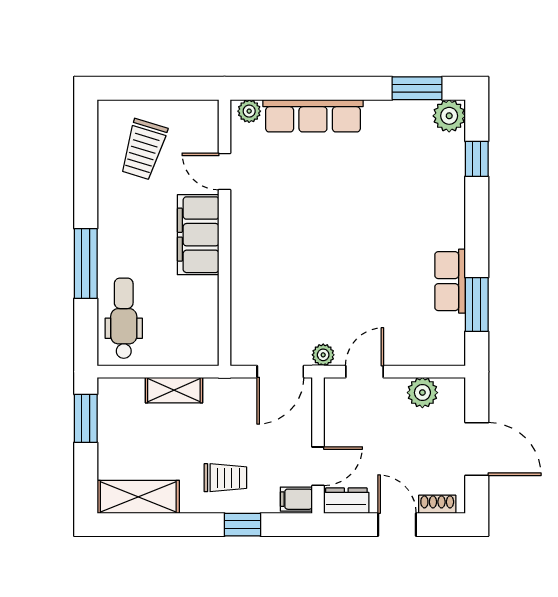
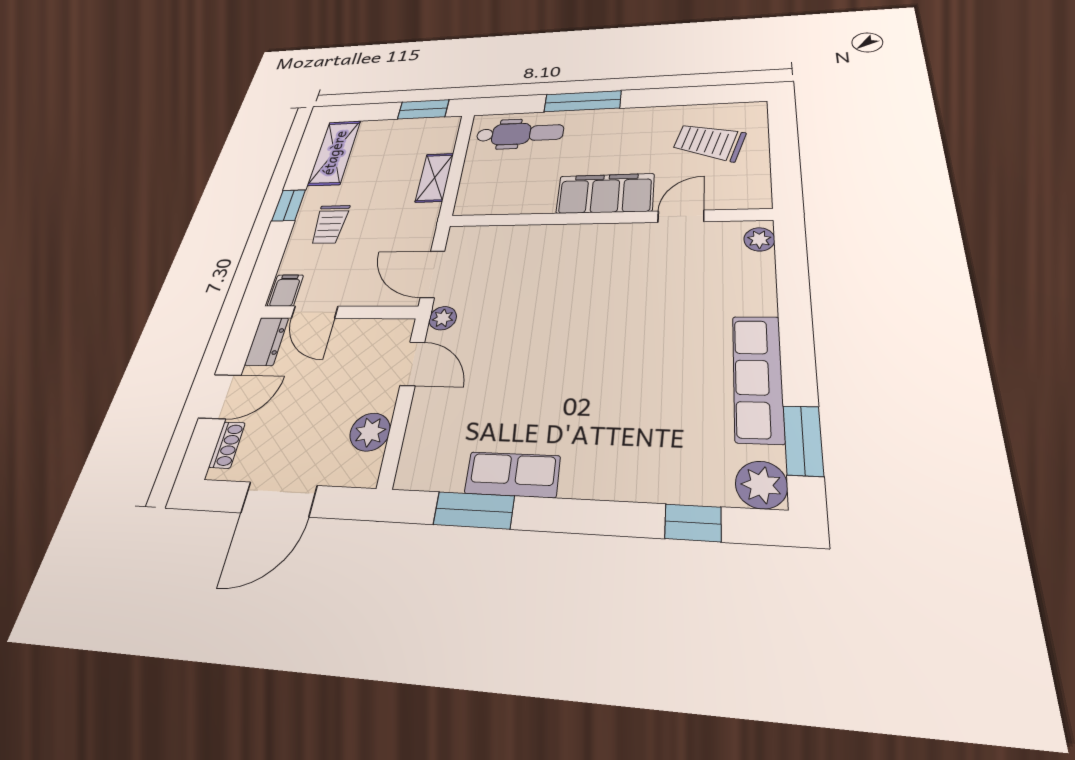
row of seats: (313, 116) -> (758, 378), moved
window: (242, 525) -> (289, 205), moved

